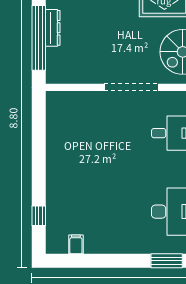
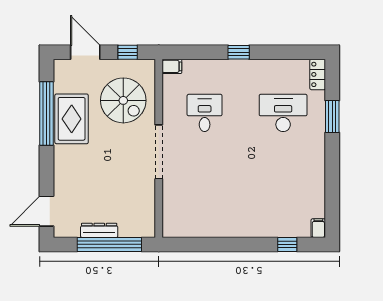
filing cabinet: (76, 244) -> (318, 228), moved, turned 90

